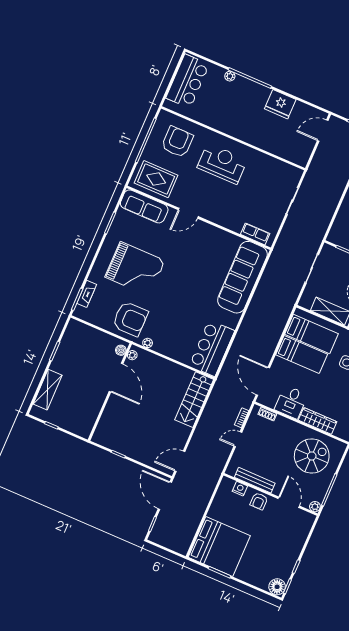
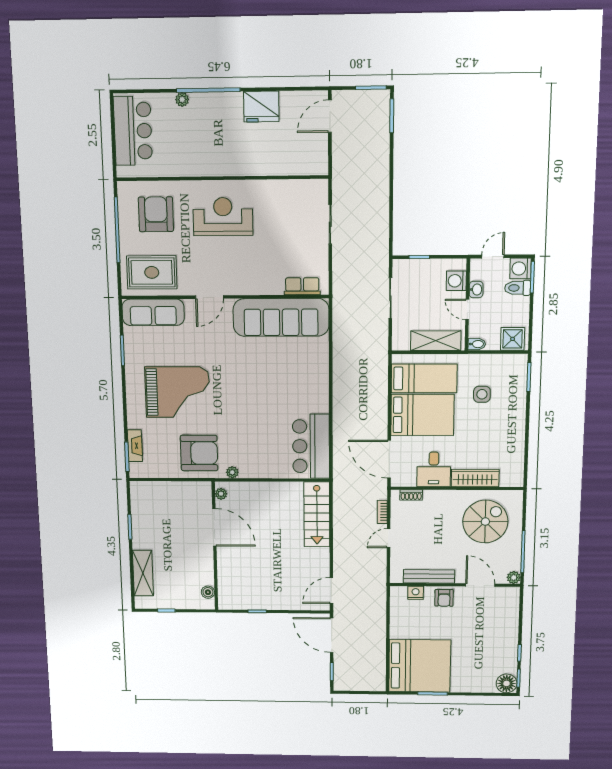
sofa: (242, 277) -> (281, 317), moved, turned -90
boiler: (121, 350) -> (208, 592), moved
bed: (302, 354) -> (422, 415), width x1.50

